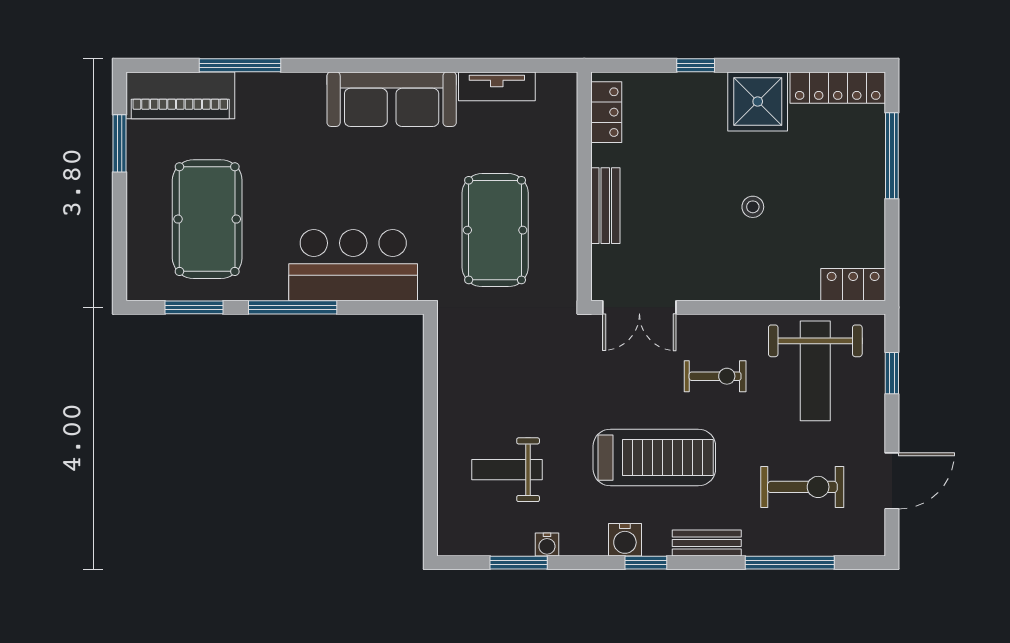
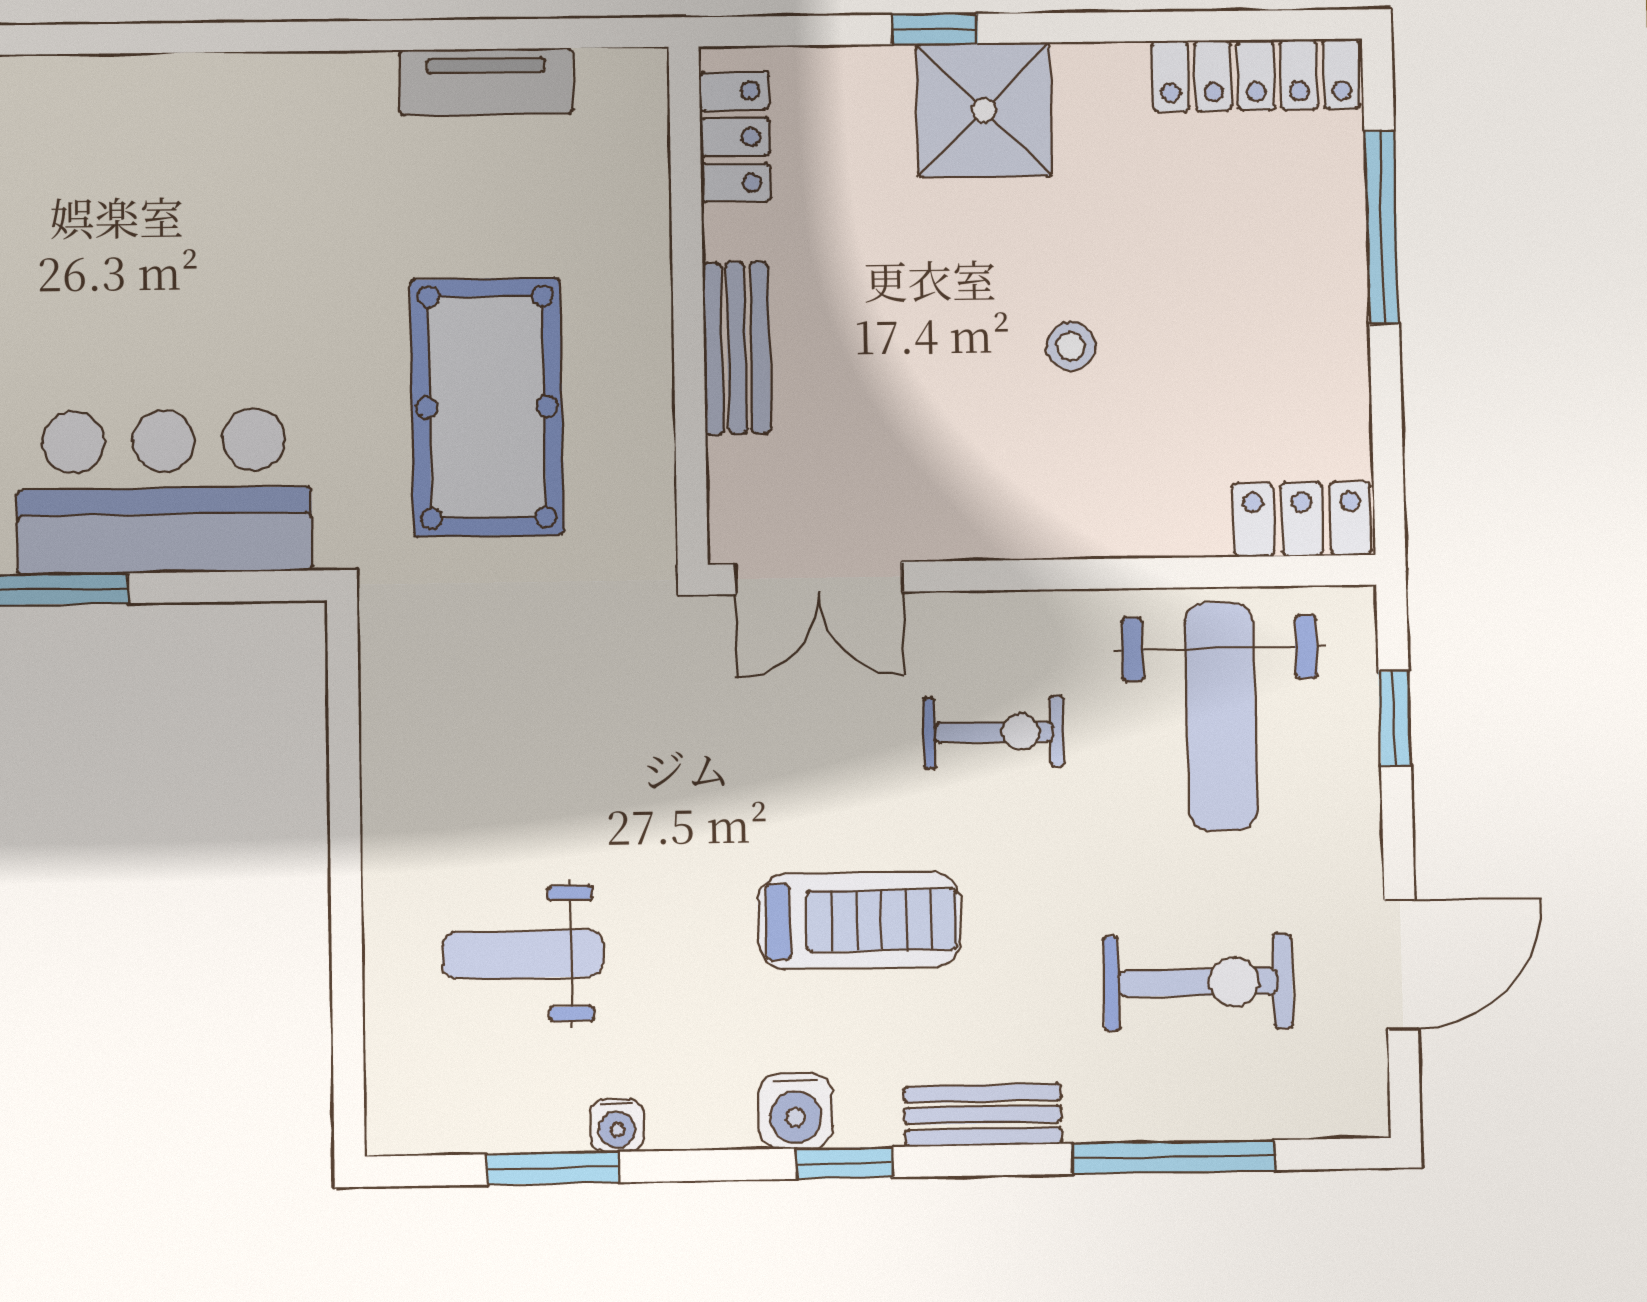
sofa: (392, 99) -> (247, 114), removed
shower: (758, 101) -> (984, 110), moved
treadmill: (654, 458) -> (859, 921), width x0.73, depth x0.73

